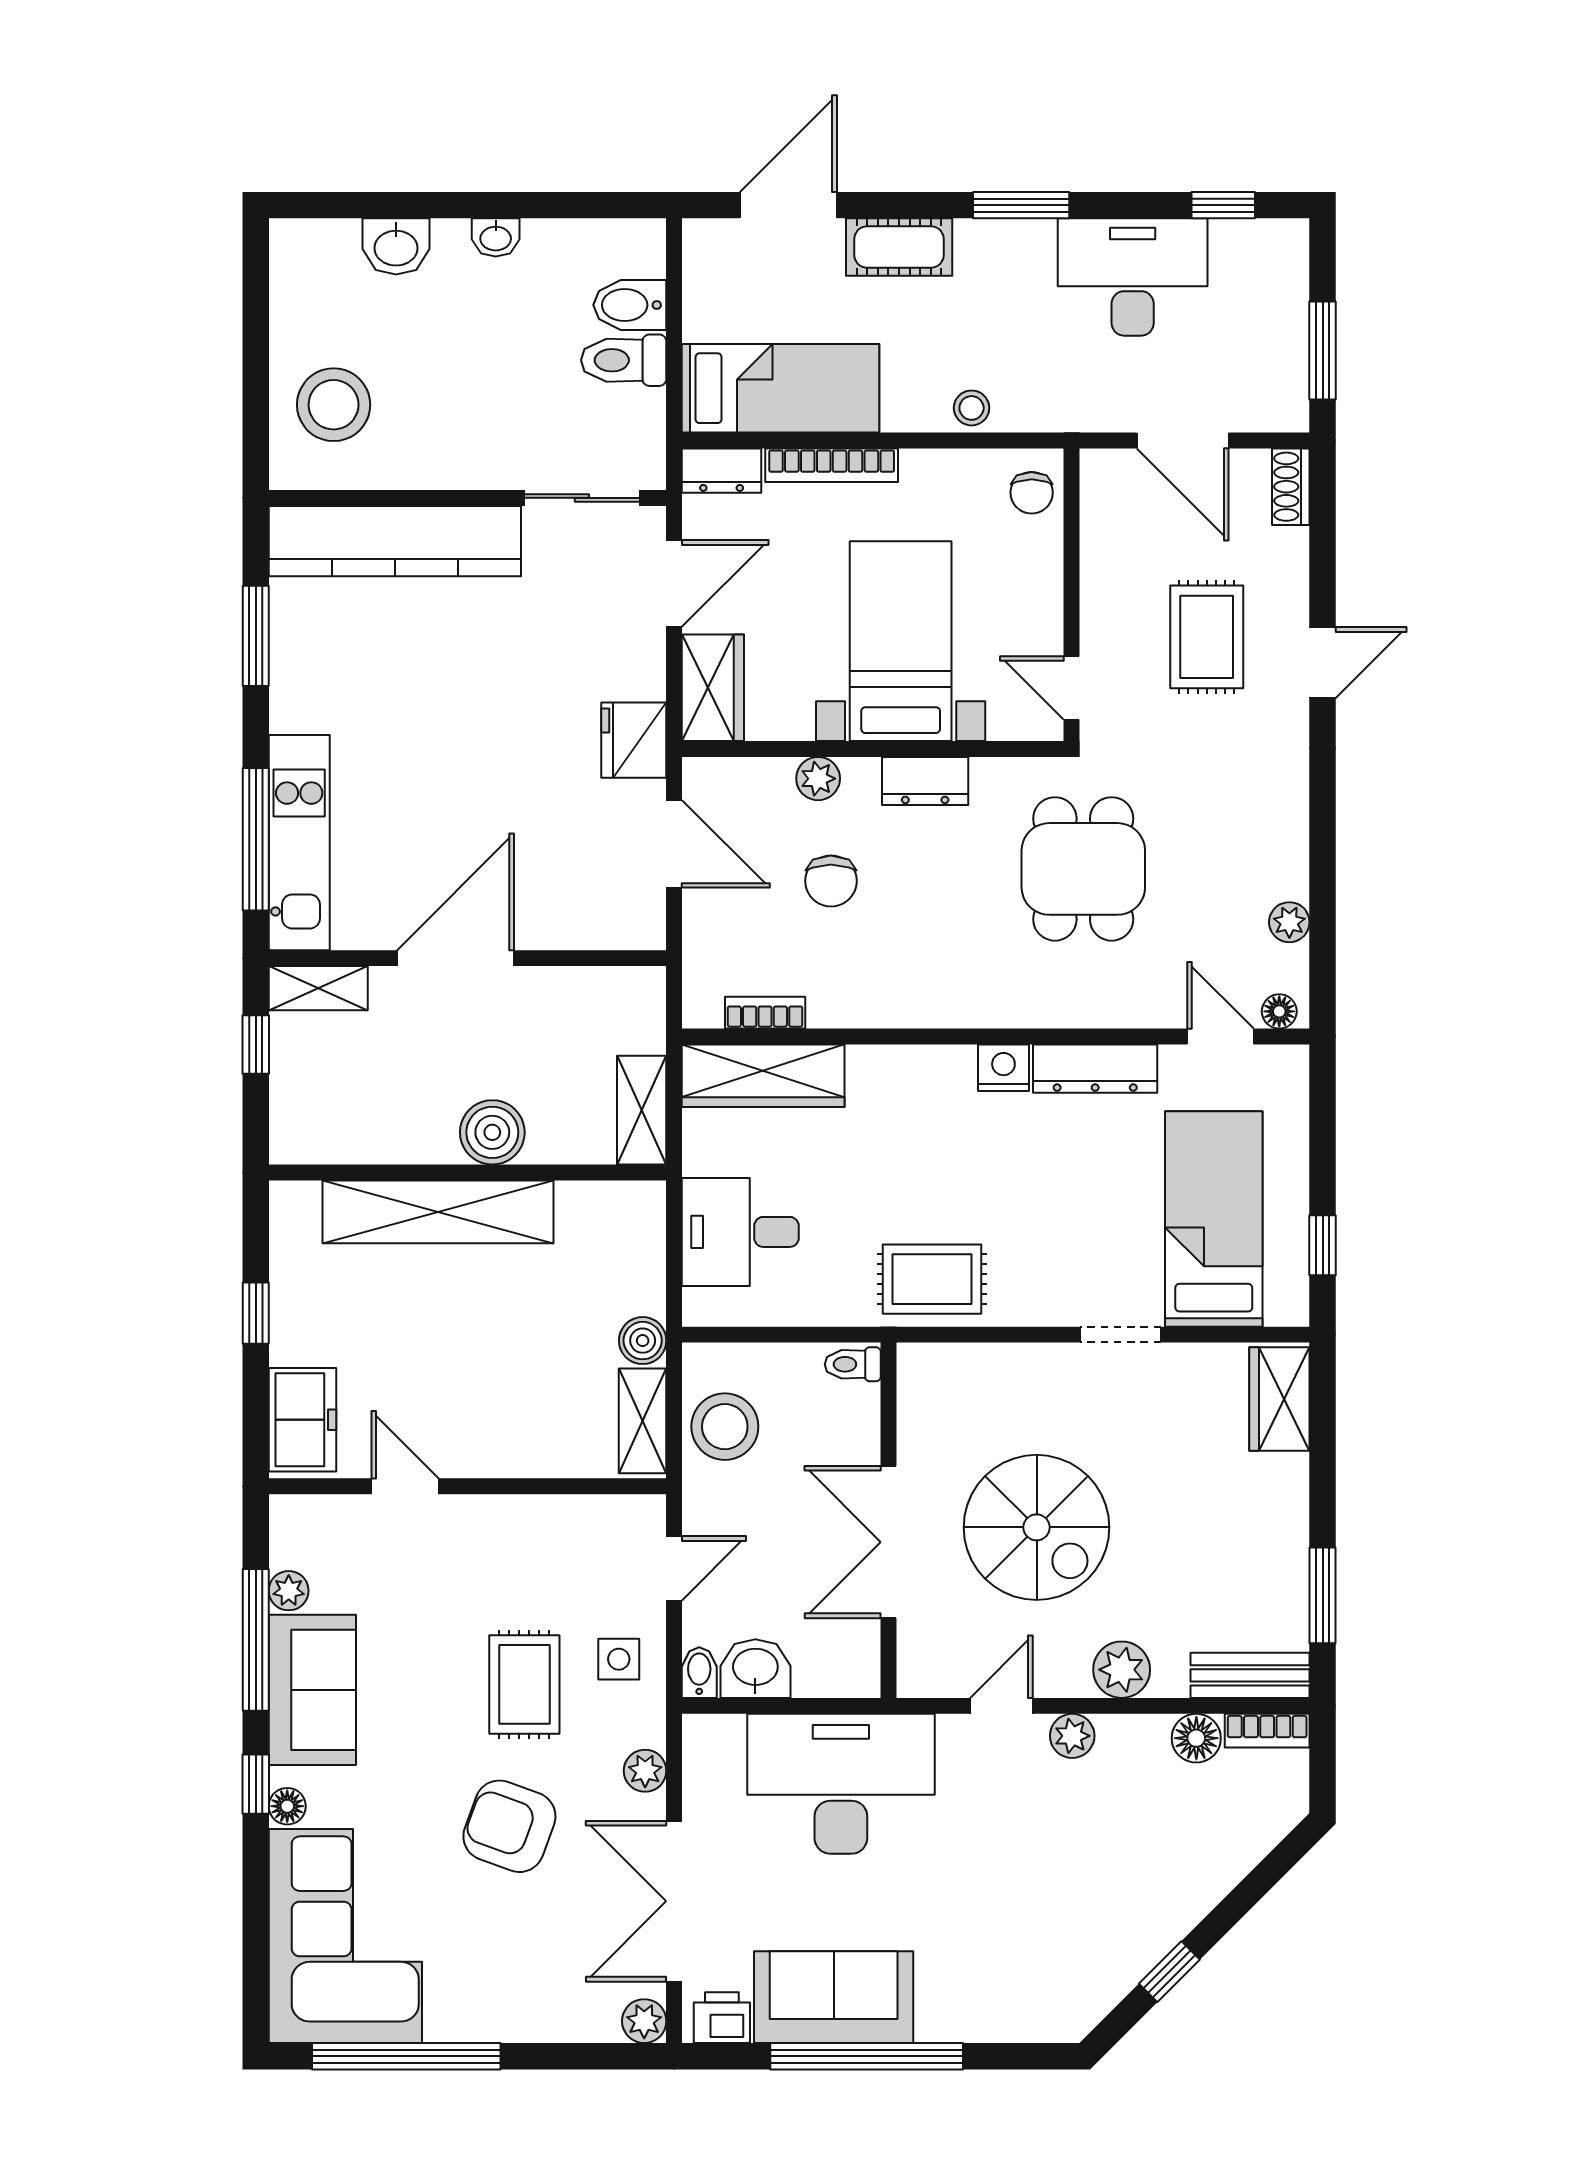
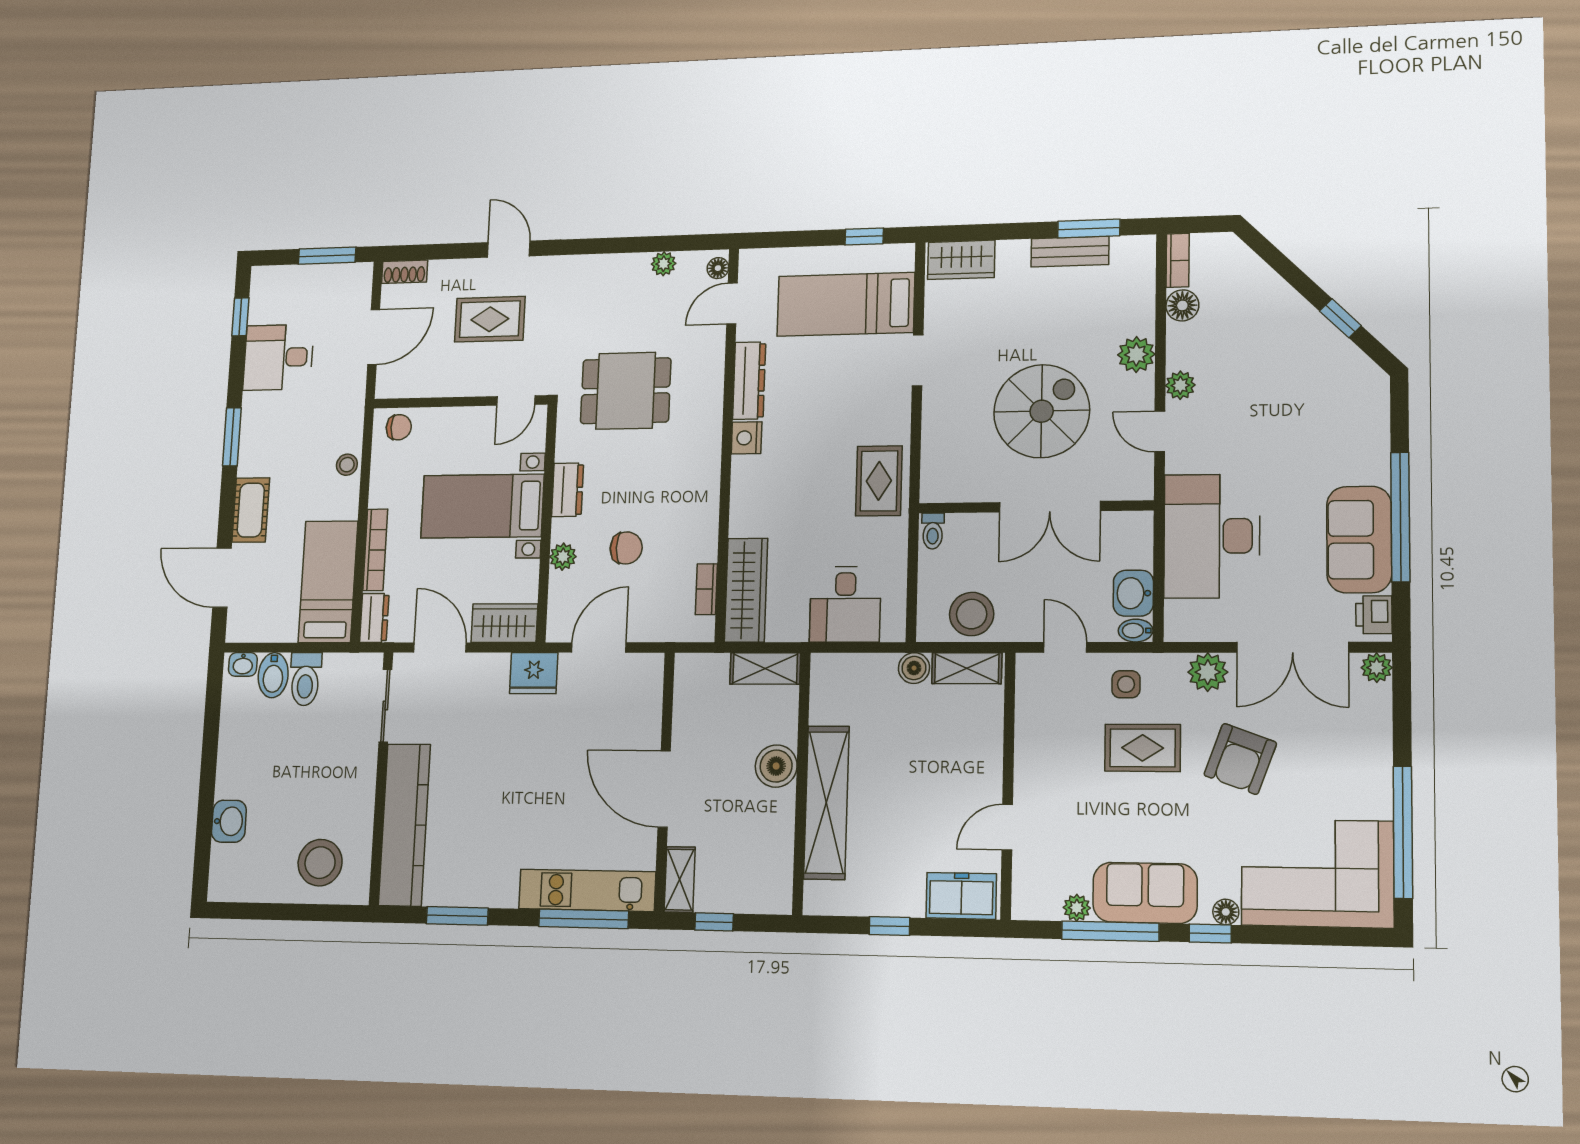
washbasin: (496, 237) -> (243, 664), moved, turned 90
desk: (1133, 277) -> (278, 357), width x0.73
bench: (1250, 1675) -> (1070, 252), moved, turned 90
plant: (645, 1771) -> (1208, 672), width x1.38, depth x1.38

